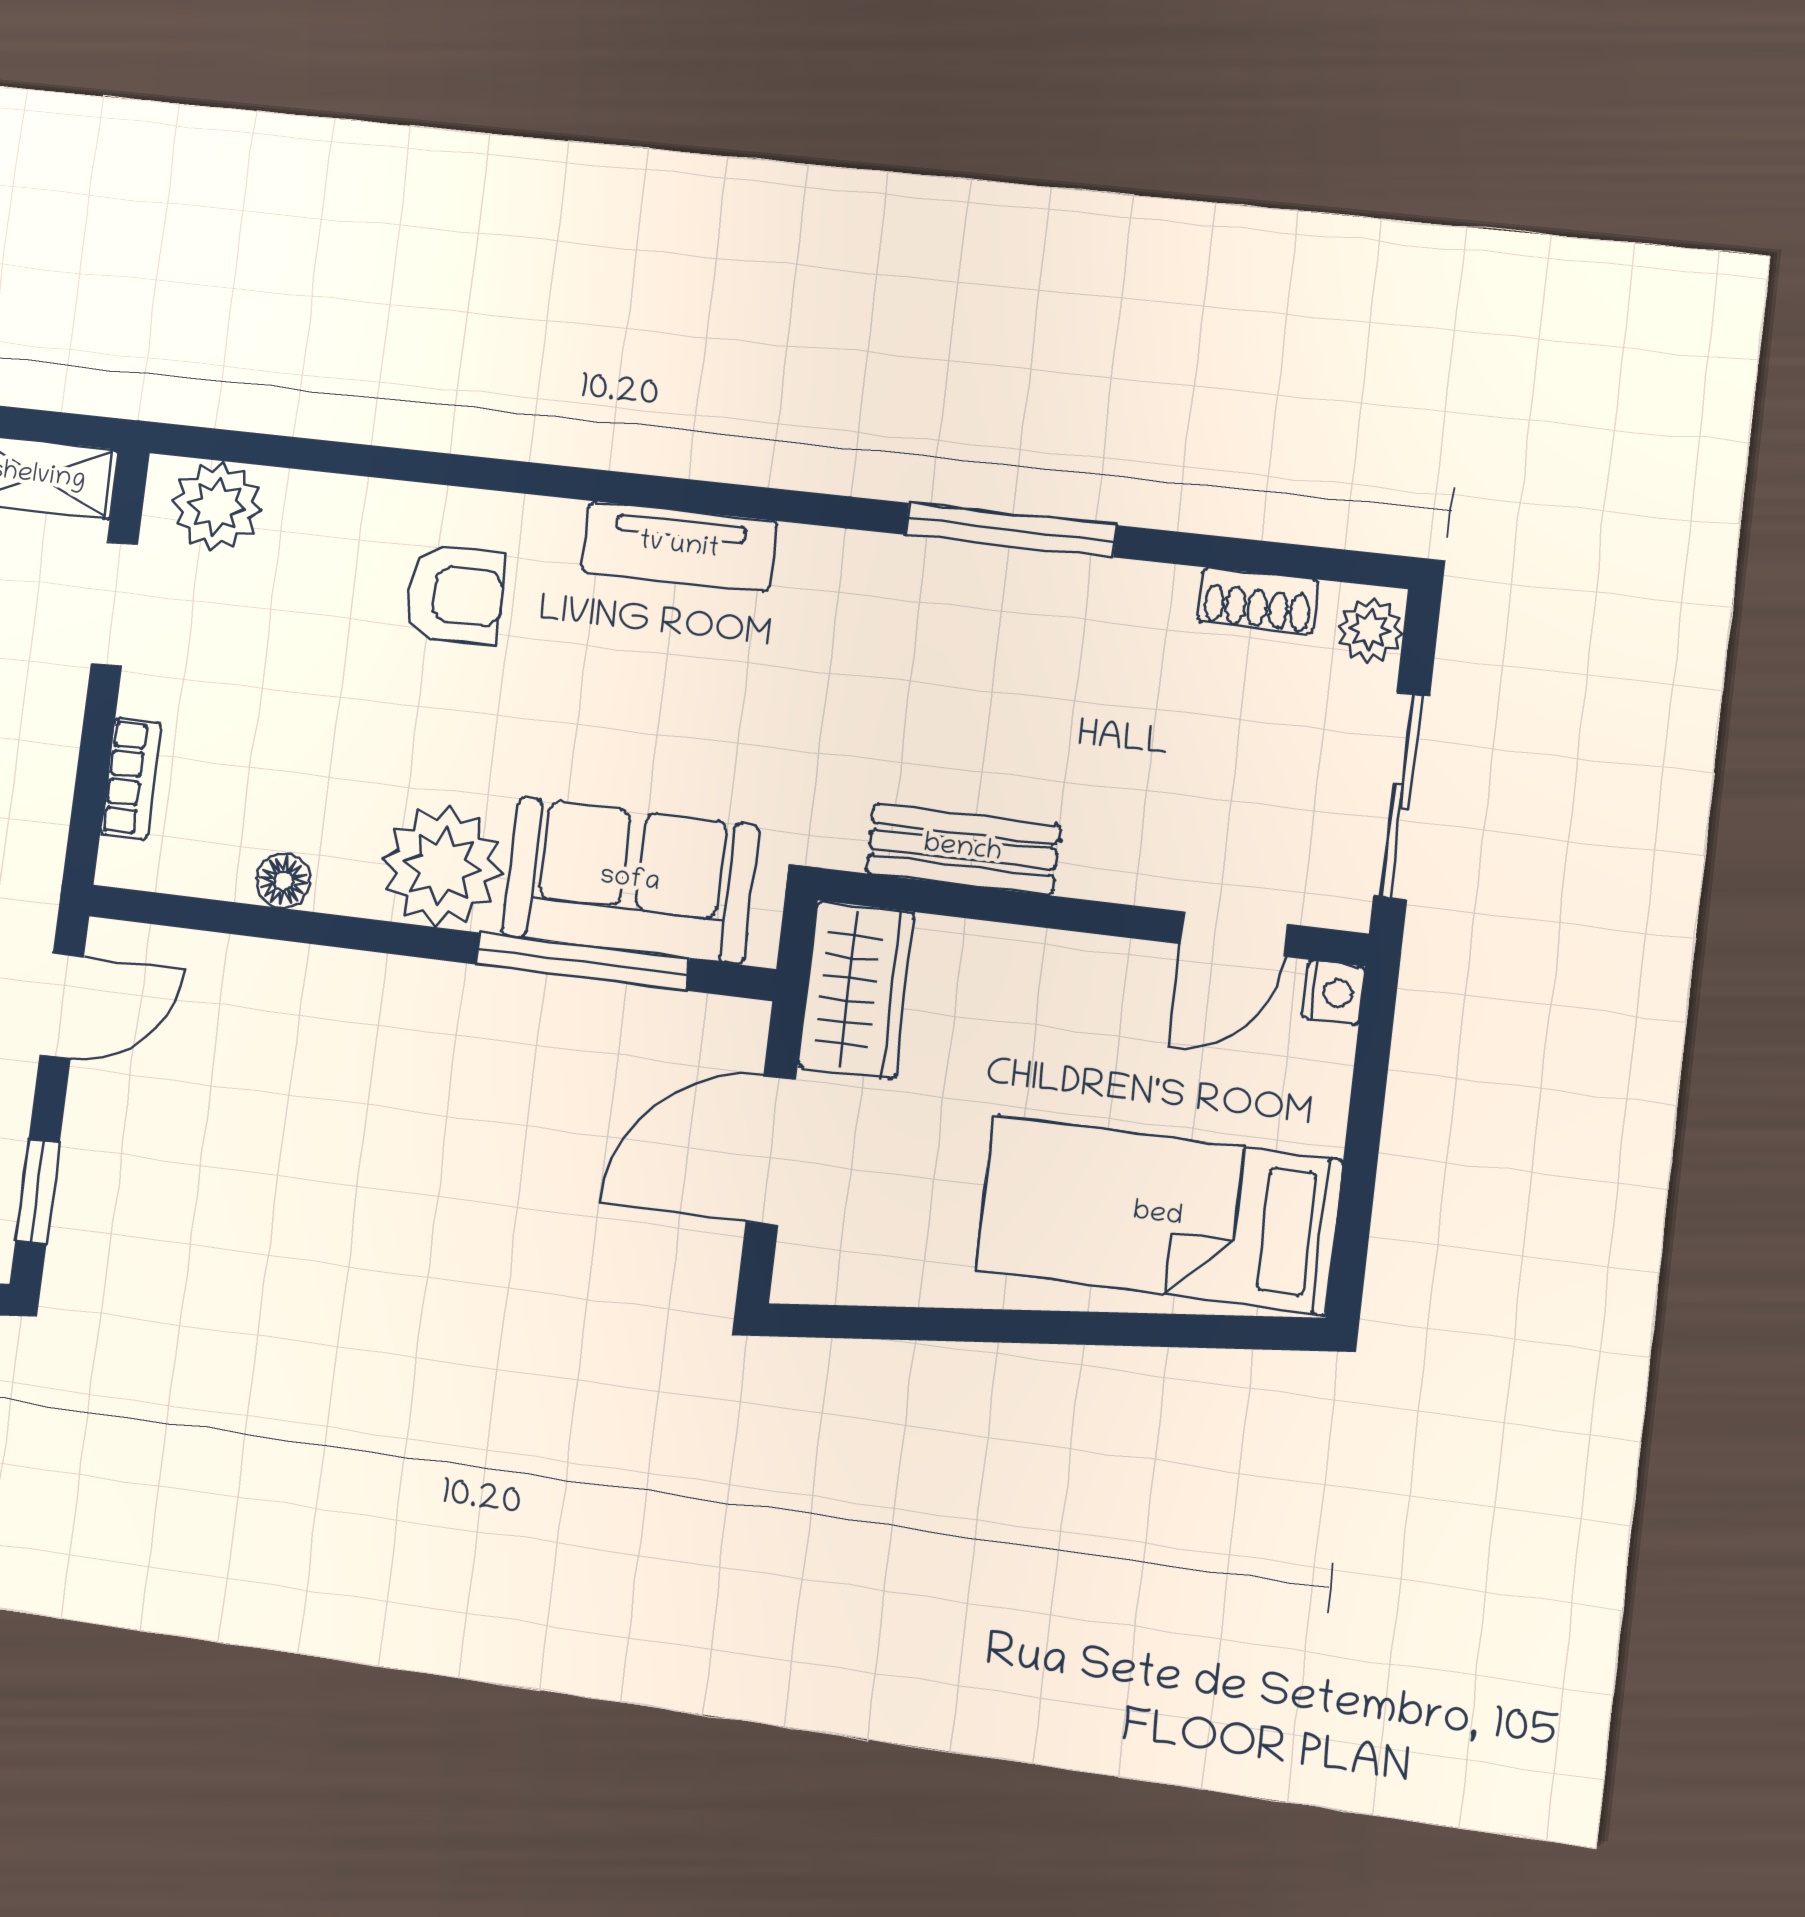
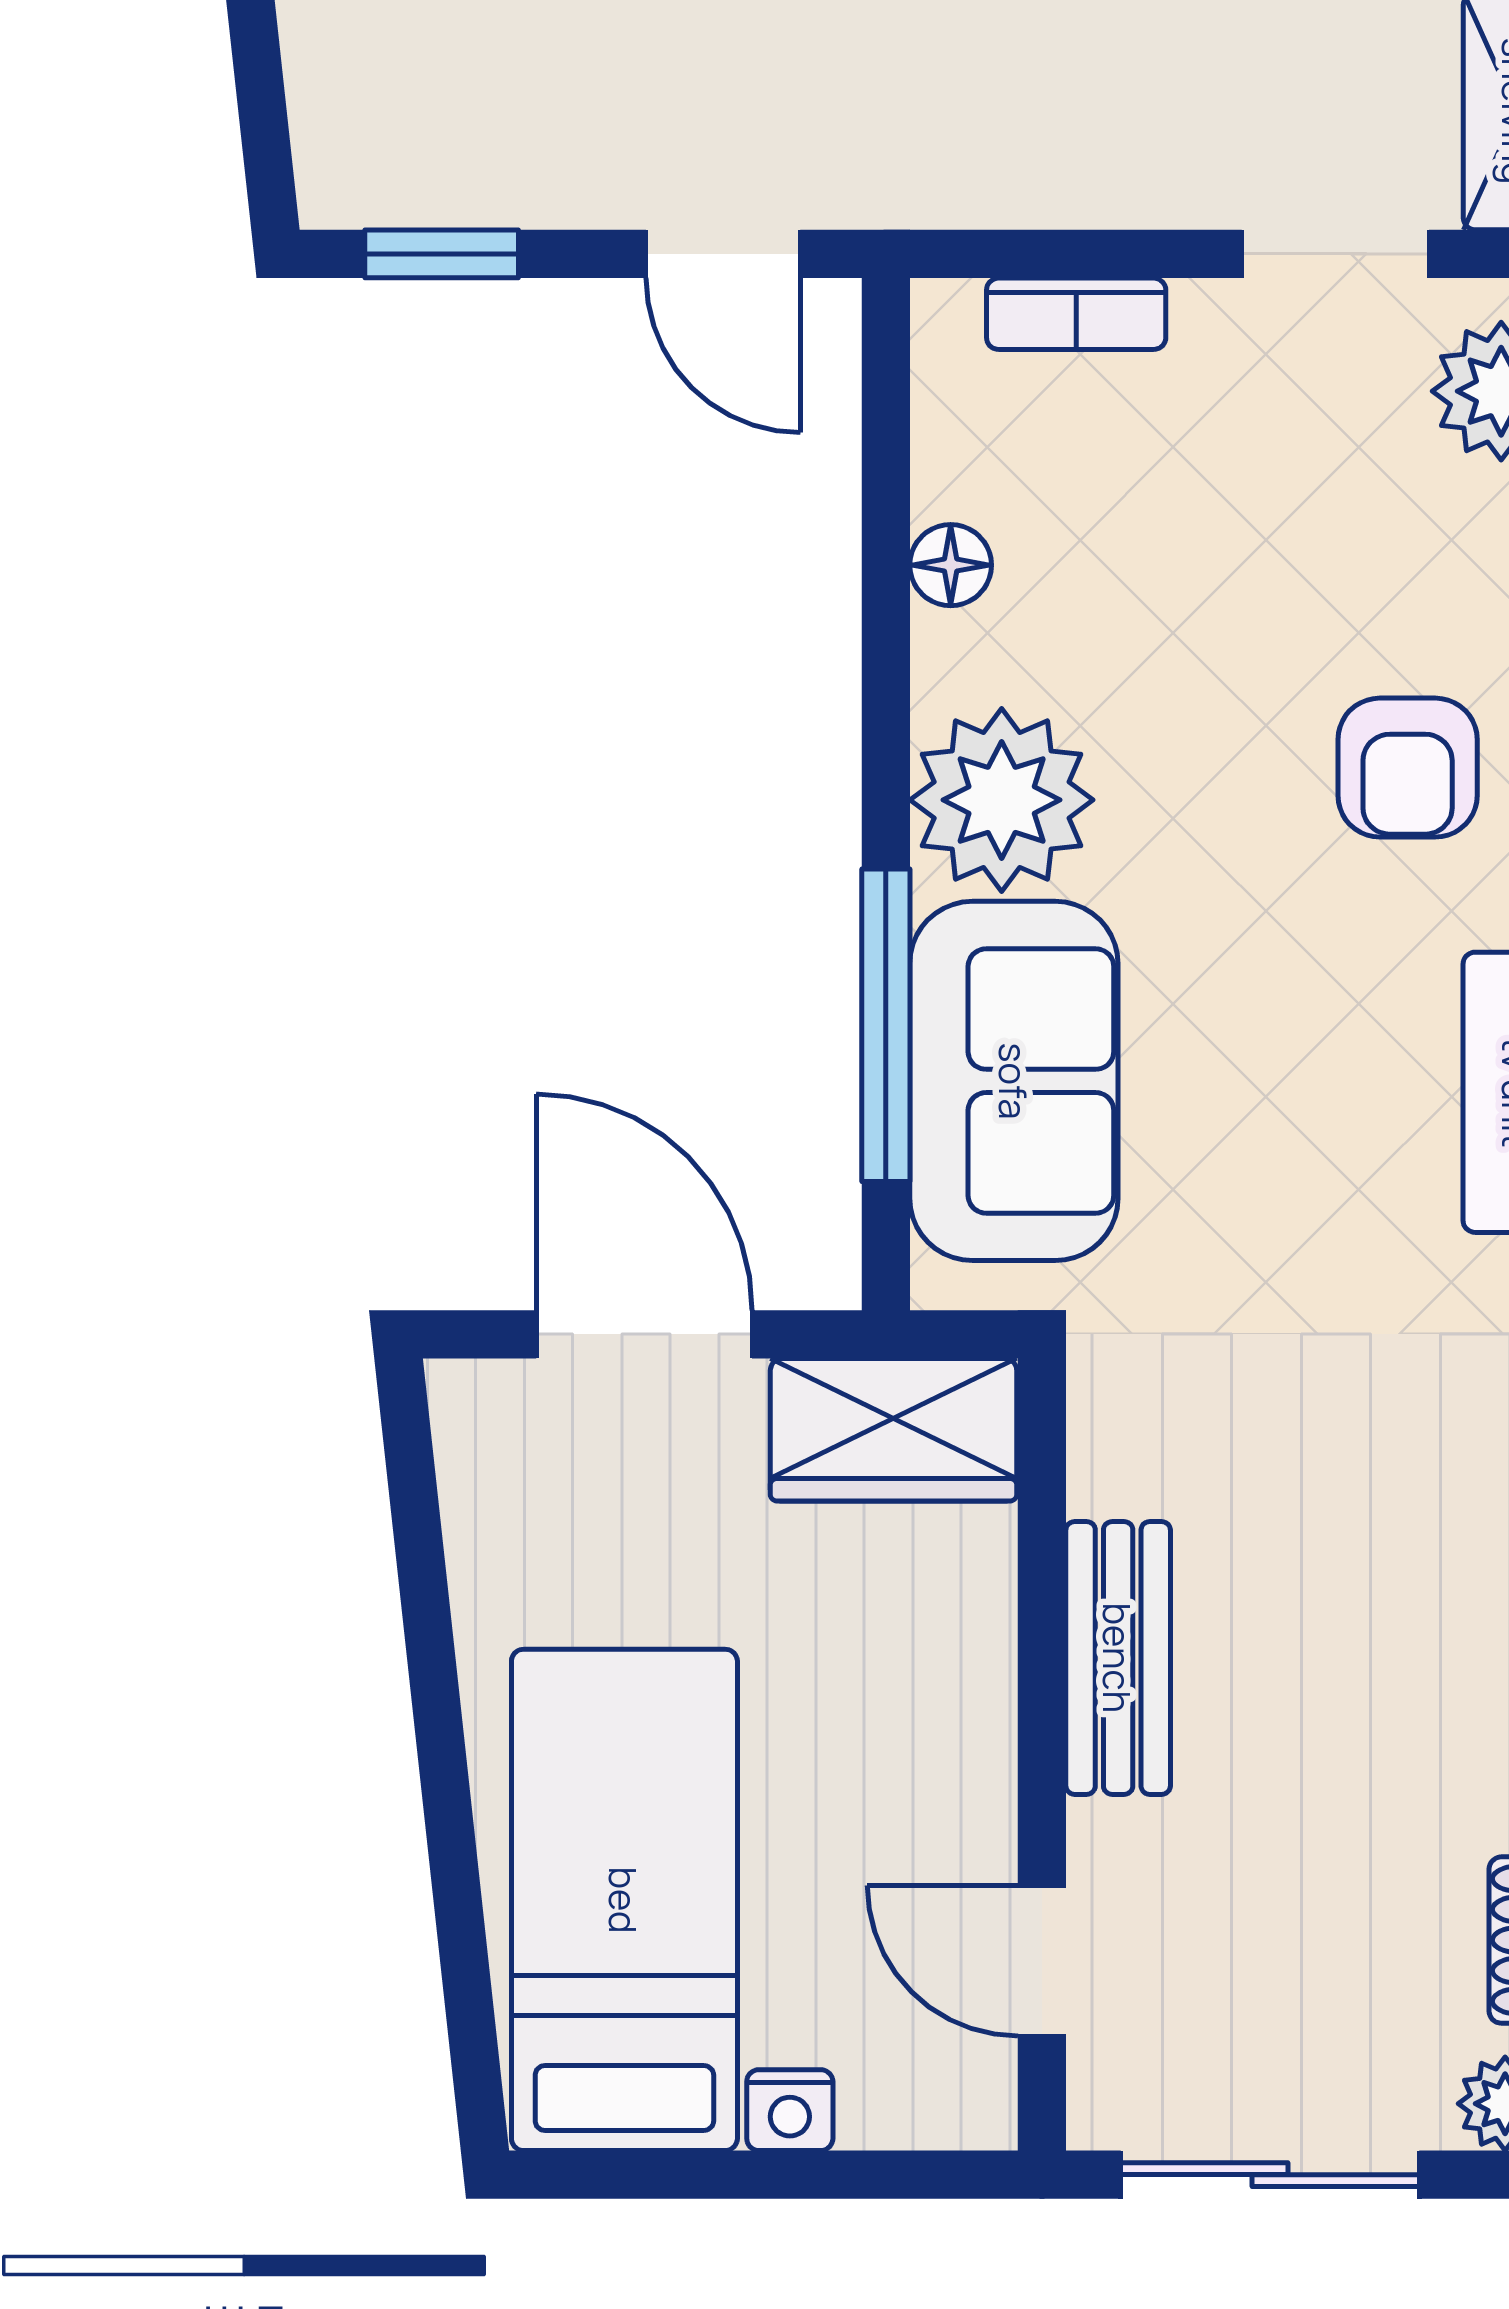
bench: (963, 849) -> (1118, 1658), moved
nightstand: (1333, 993) -> (790, 2110), moved

